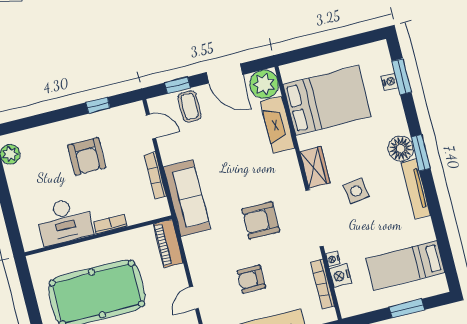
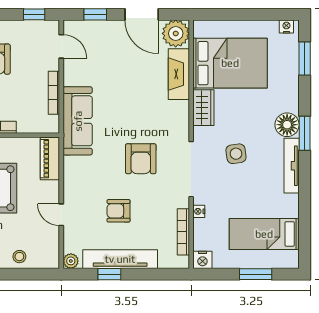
nightstand: (390, 82) -> (286, 27), moved, turned -90
window: (98, 105) -> (34, 14), moved
coffee table: (190, 107) -> (102, 37), removed
wardrobe: (315, 167) -> (203, 108), moved
armchair: (261, 220) -> (141, 159), turned -90
nightstand: (340, 276) -> (202, 260), moved, turned -90
door: (194, 298) -> (61, 215), hinge flipped

